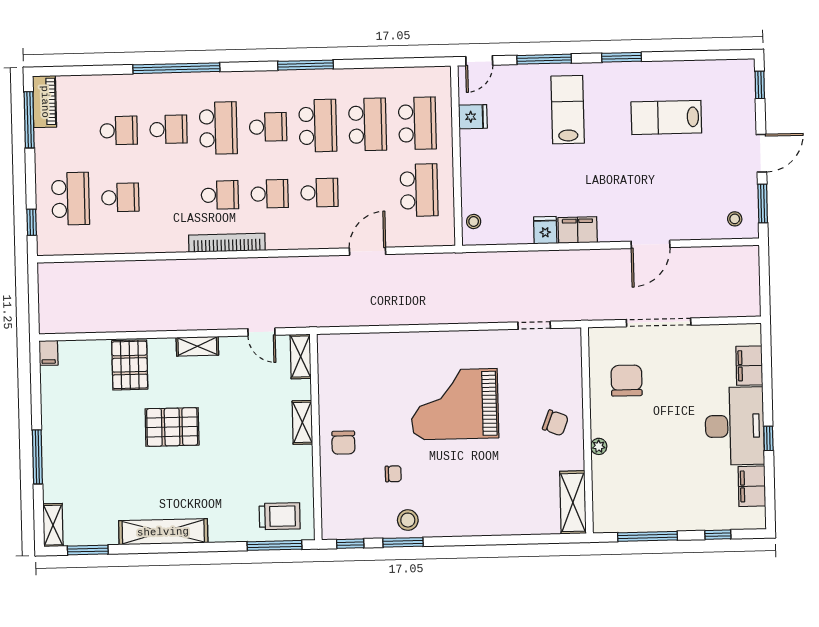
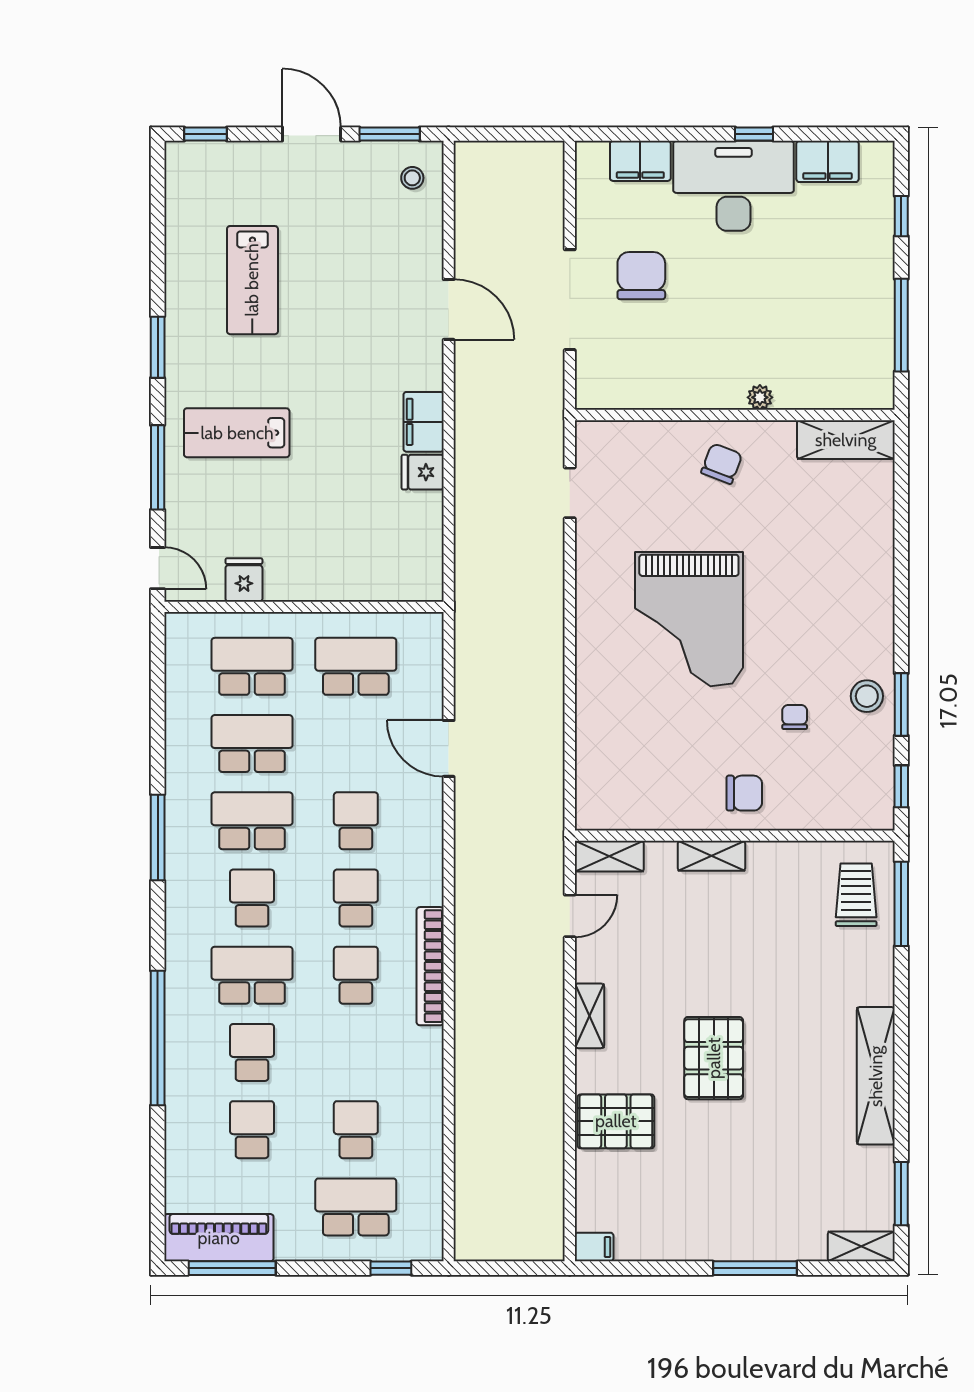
piano: (45, 102) -> (219, 1238), width x1.37, depth x1.33
stool: (474, 221) -> (406, 583), removed
chair: (627, 381) -> (641, 276), moved, turned 90

